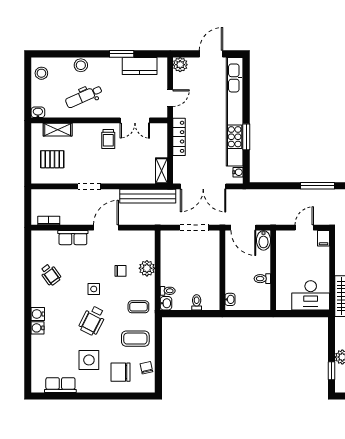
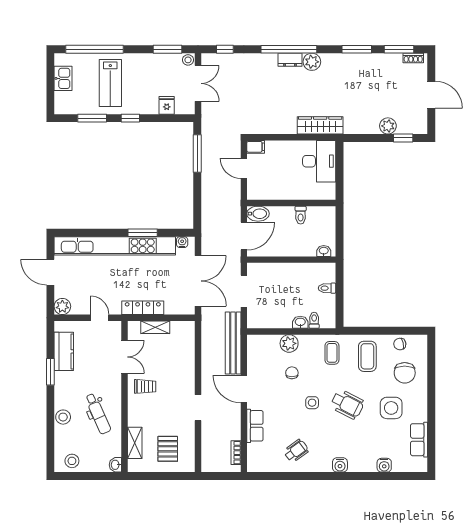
shelving: (161, 171) -> (155, 327), moved
bench: (148, 196) -> (233, 343), moved
washbasin: (166, 303) -> (300, 322), moved
water cooler: (38, 328) -> (384, 465), moved

